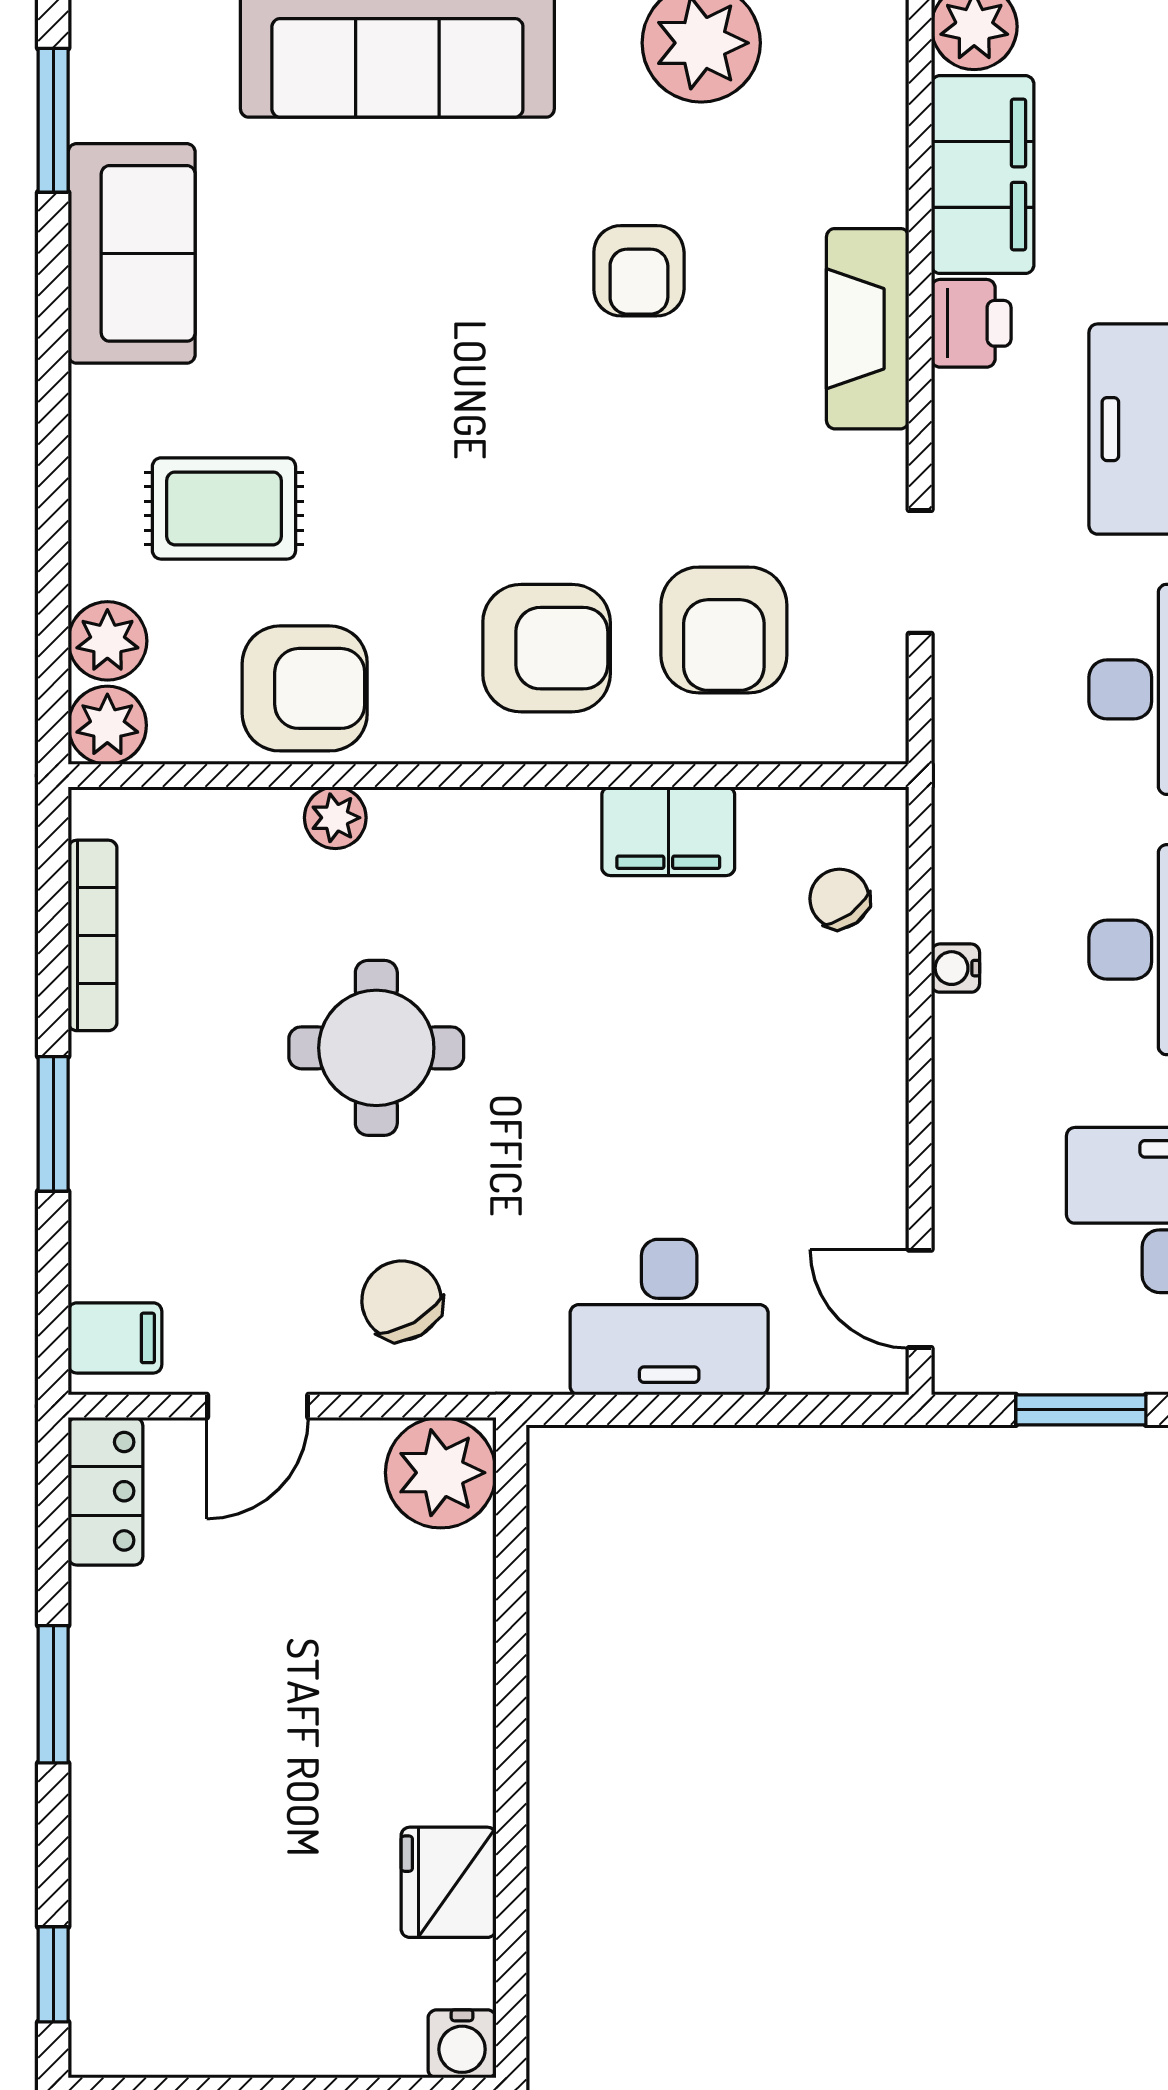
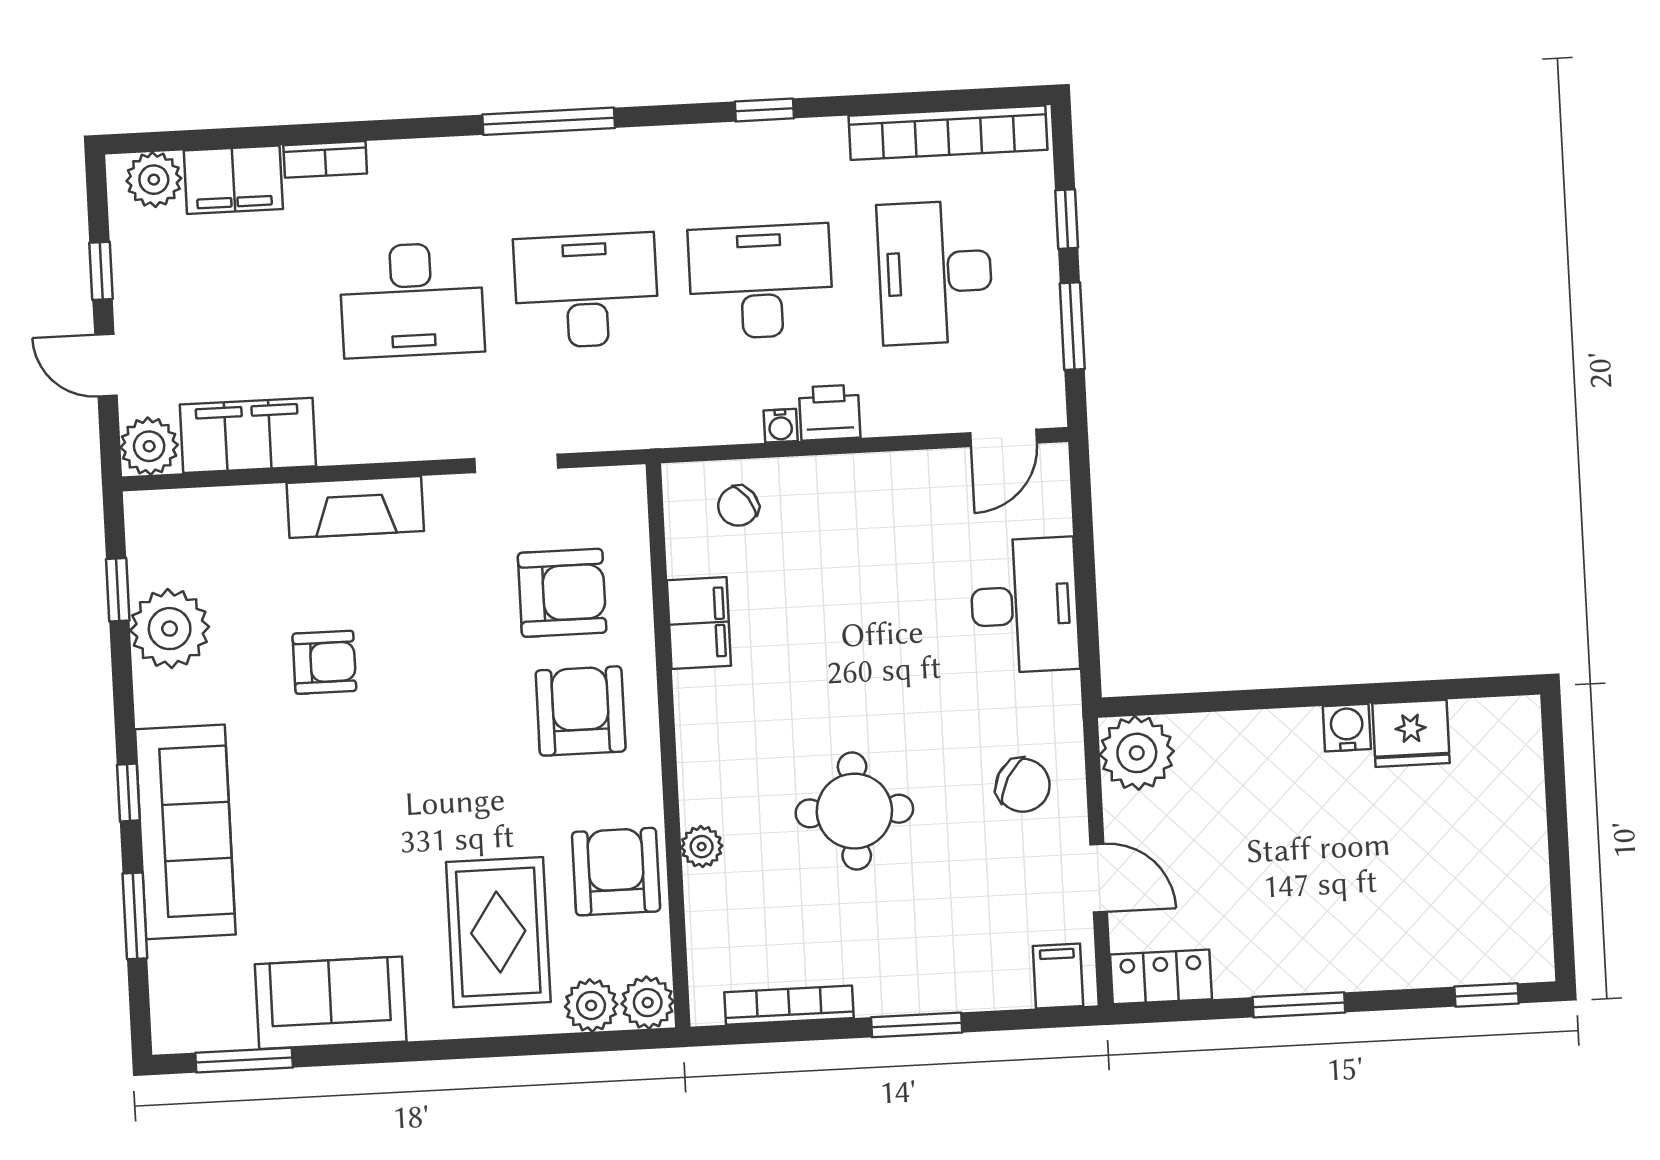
printer: (971, 323) -> (830, 413), moved
rug: (224, 508) -> (498, 932), width x1.36, depth x1.43
chair: (402, 1301) -> (1023, 785), turned -121
water cooler: (462, 2044) -> (1347, 728), moved, turned -90

